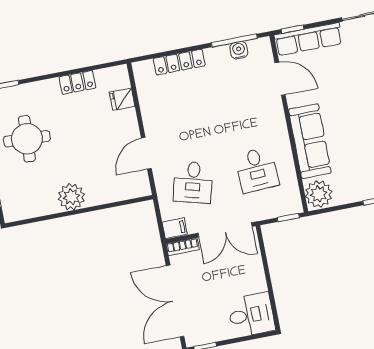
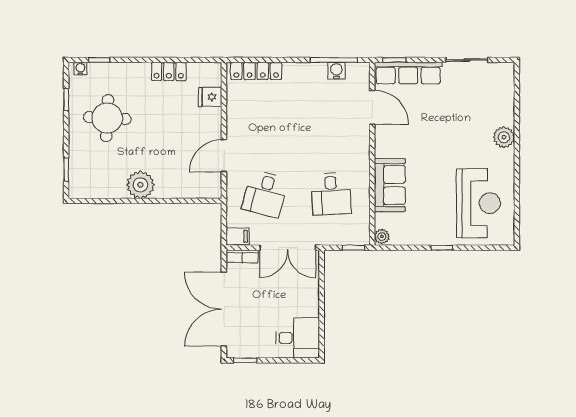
locker: (179, 62) -> (256, 71), moved
sofa: (310, 141) -> (390, 185), width x0.73
plant: (319, 194) -> (382, 236), width x0.53, depth x0.53

